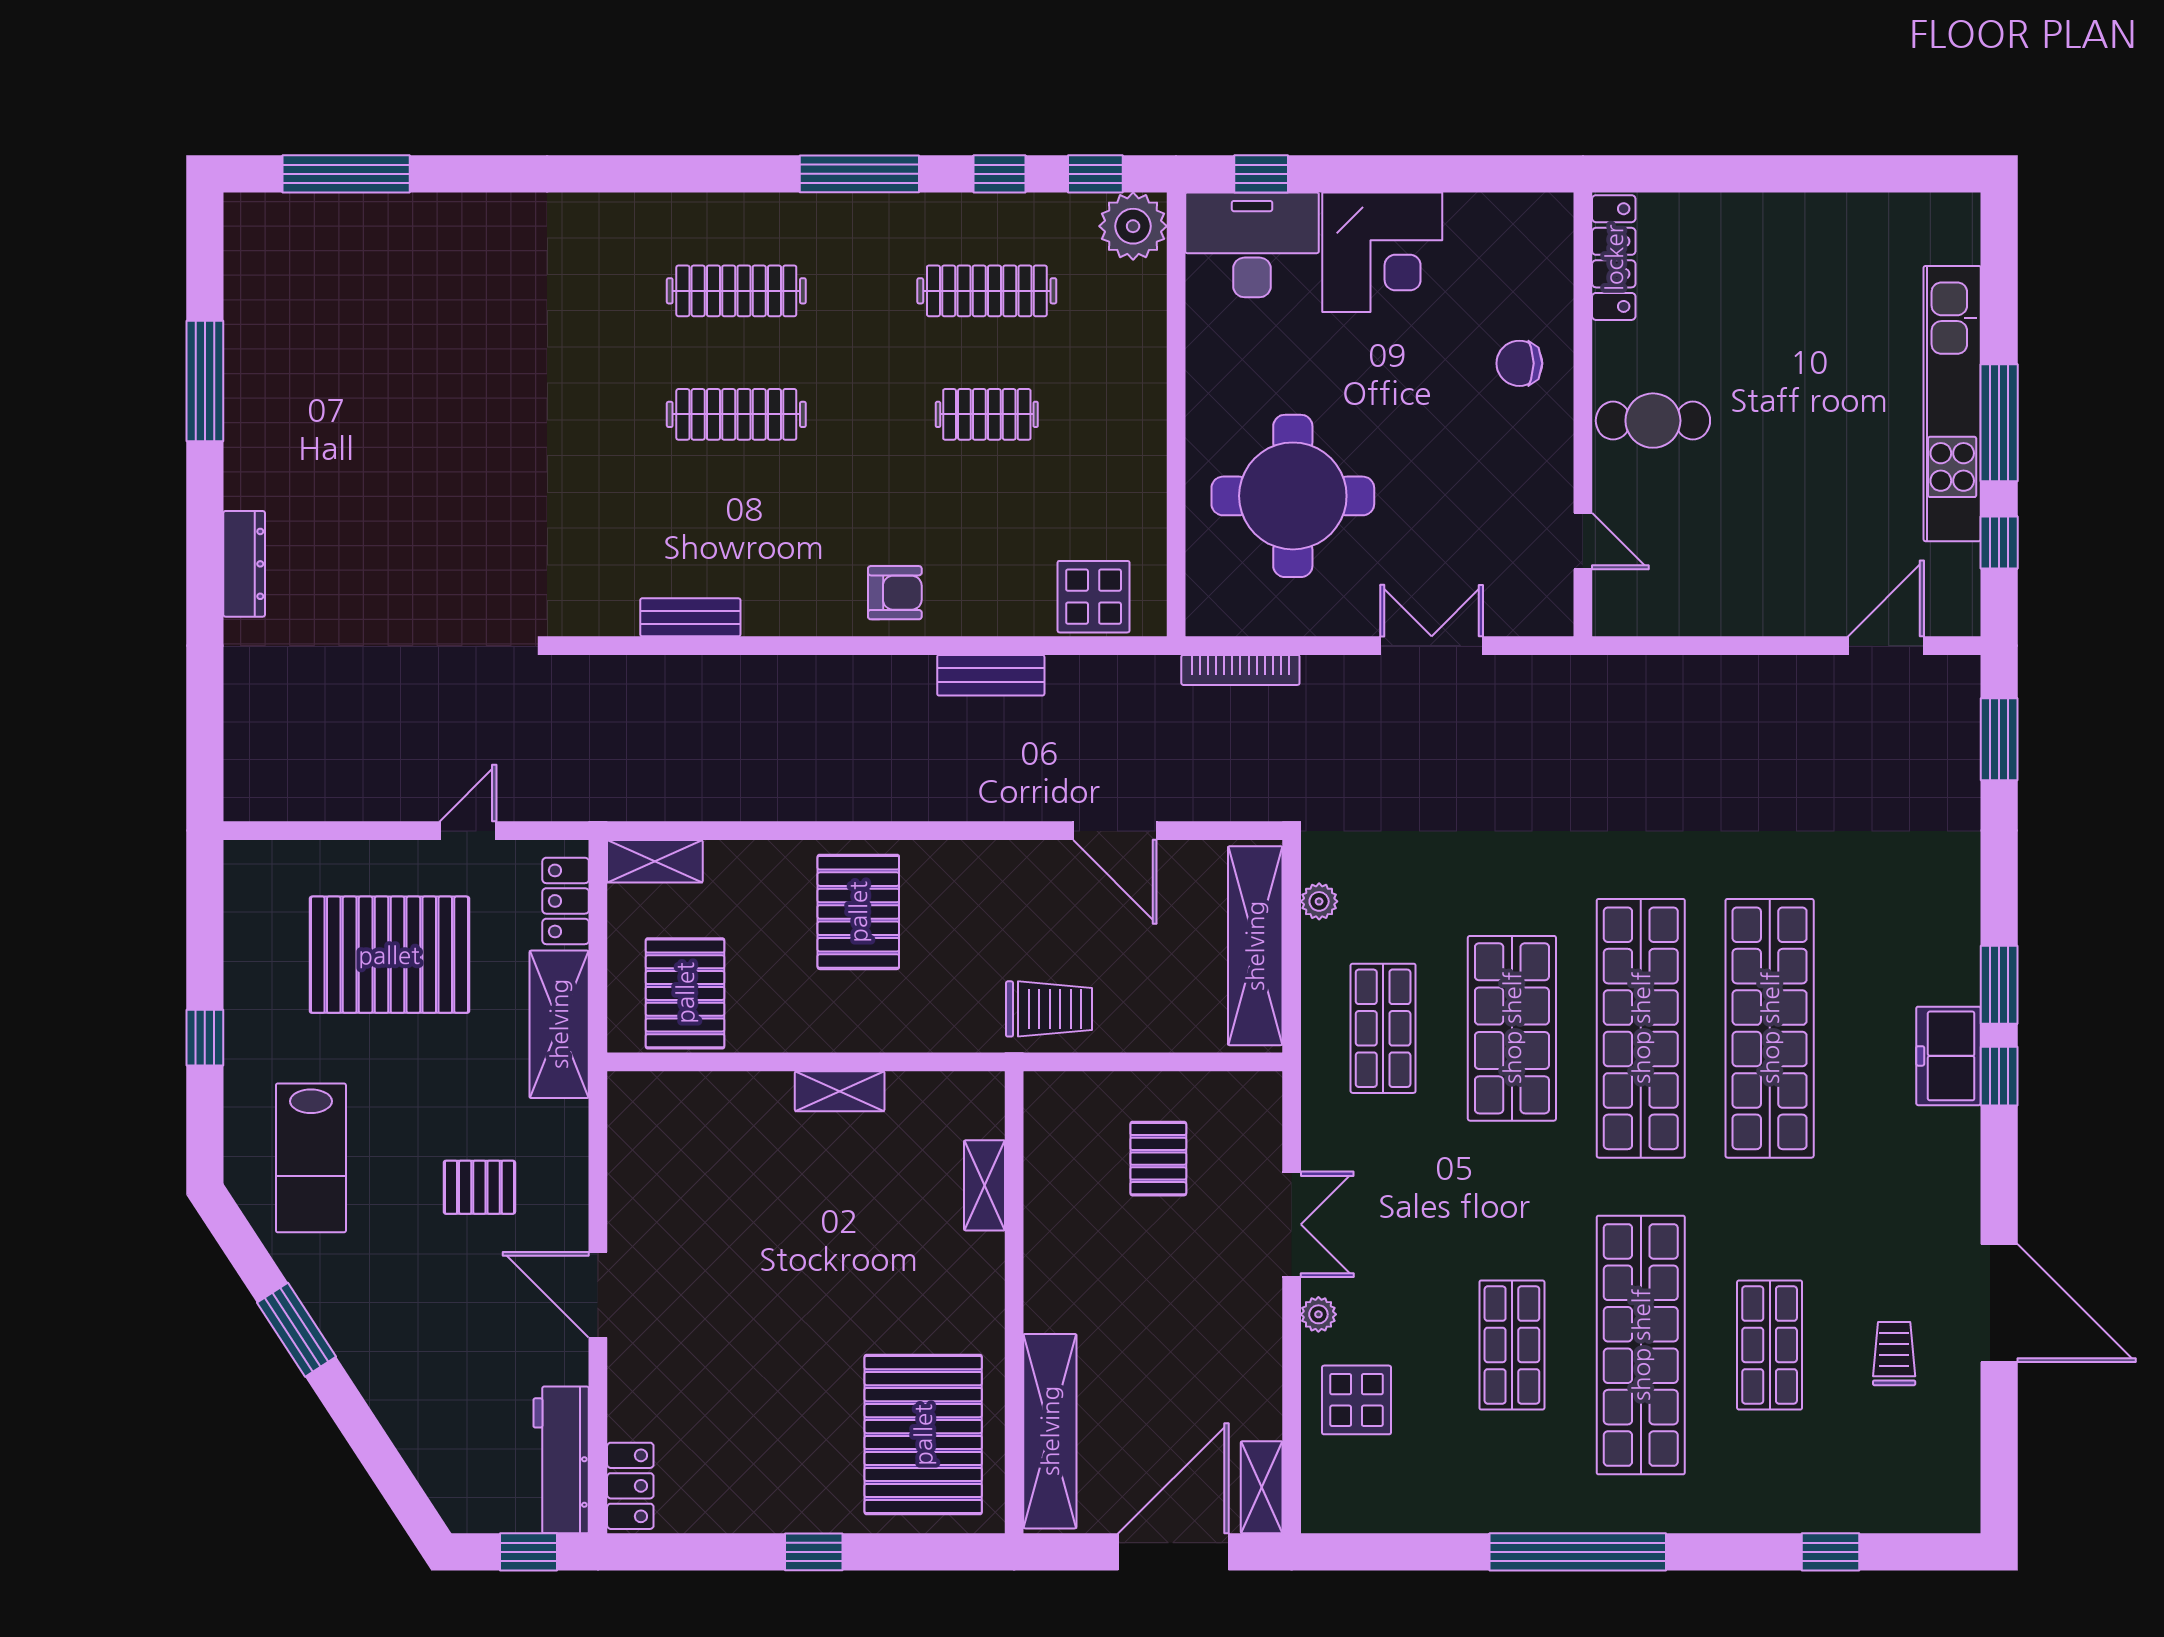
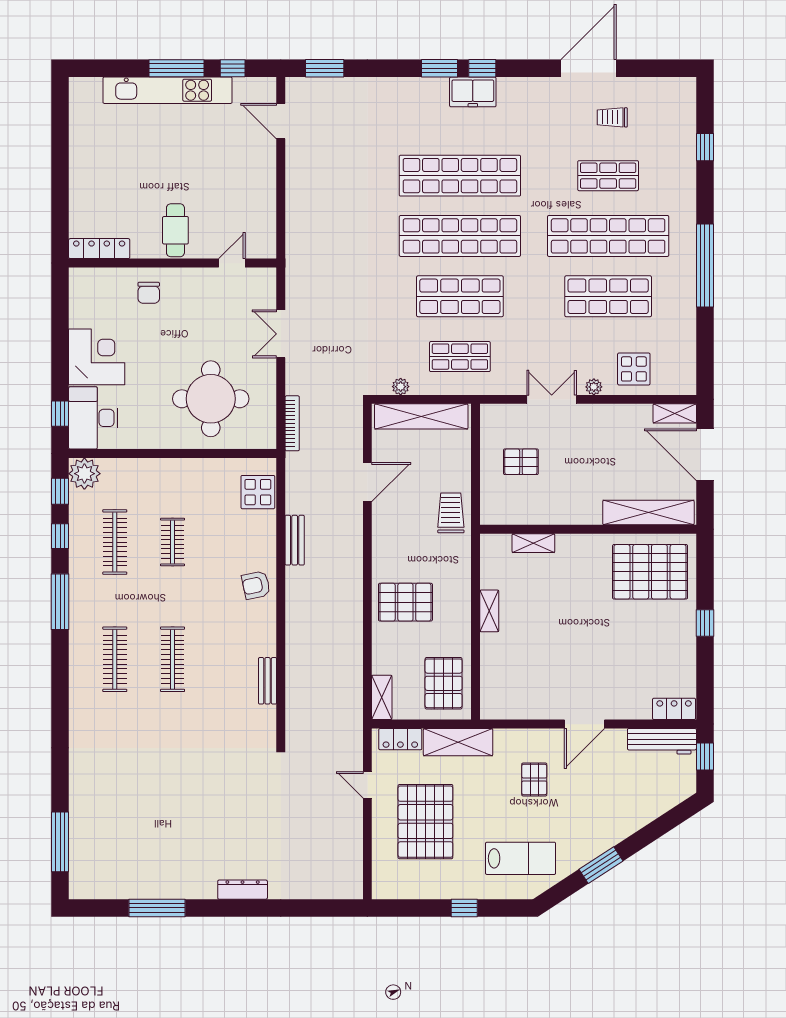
armchair: (895, 593) -> (256, 585), turned -102
pallet: (685, 993) -> (444, 683), turned 90
shop shelf: (1512, 1345) -> (608, 296), width x1.43, depth x1.36

